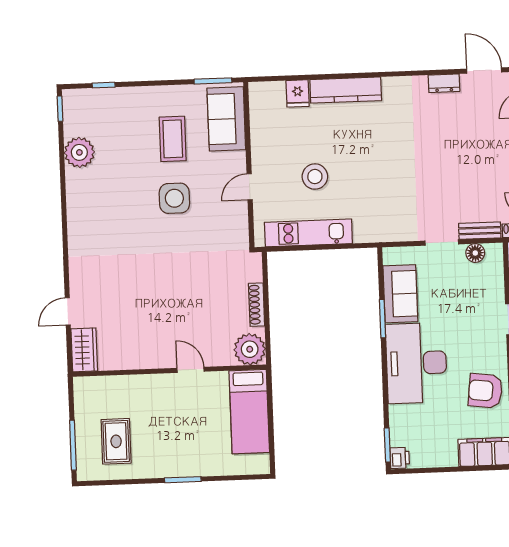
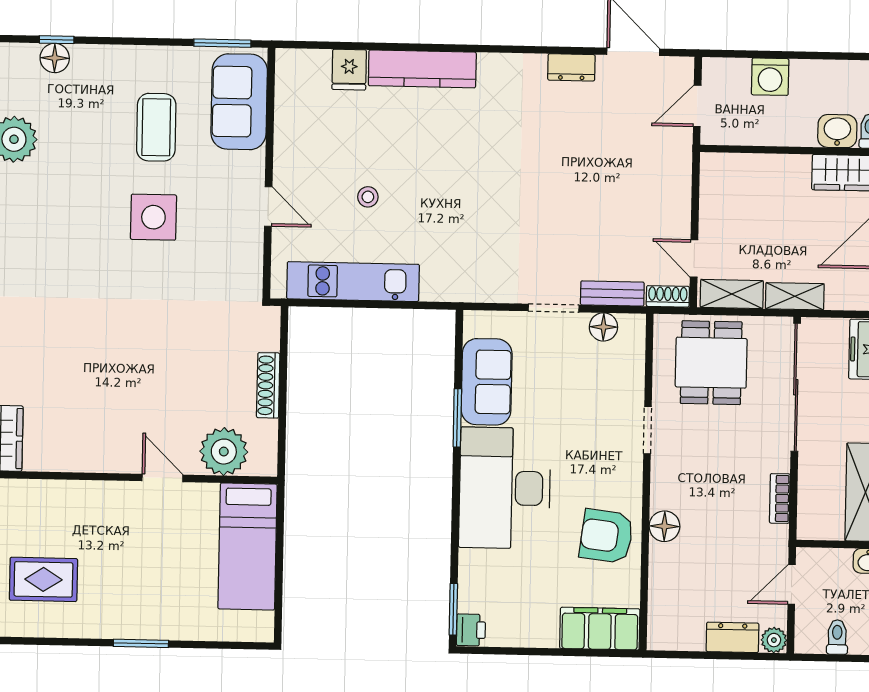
floor lamp: (103, 97) -> (55, 58), added
stool: (315, 177) -> (368, 197), width x0.53, depth x0.53
door: (250, 187) -> (268, 207), swing flipped
plant: (250, 349) -> (224, 452), moved
rug: (116, 441) -> (43, 579), turned 90

